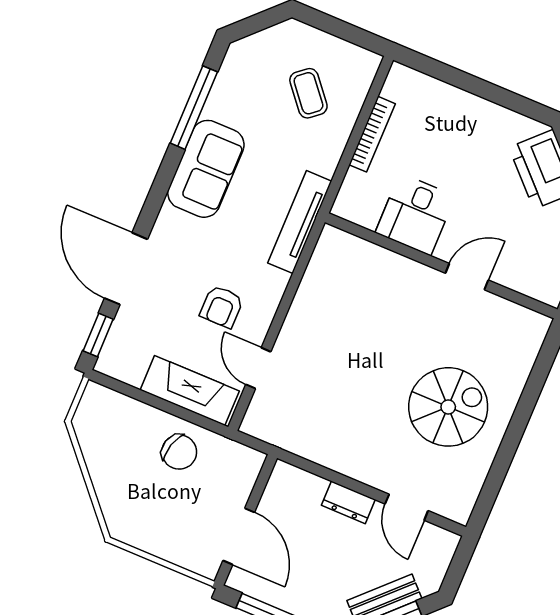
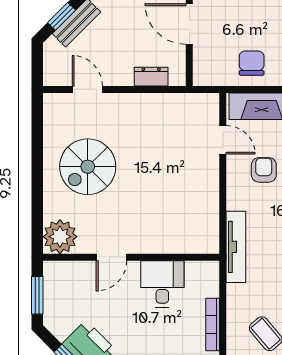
plant: (522, 331) -> (60, 237), added
chair: (179, 452) -> (252, 63), turned 74
dresser: (348, 502) -> (151, 77), moved

